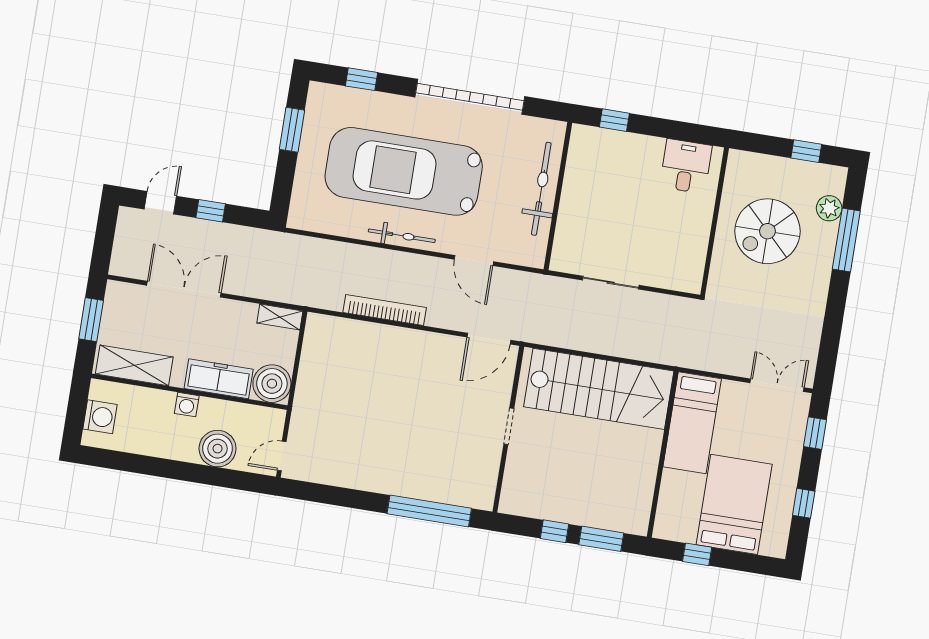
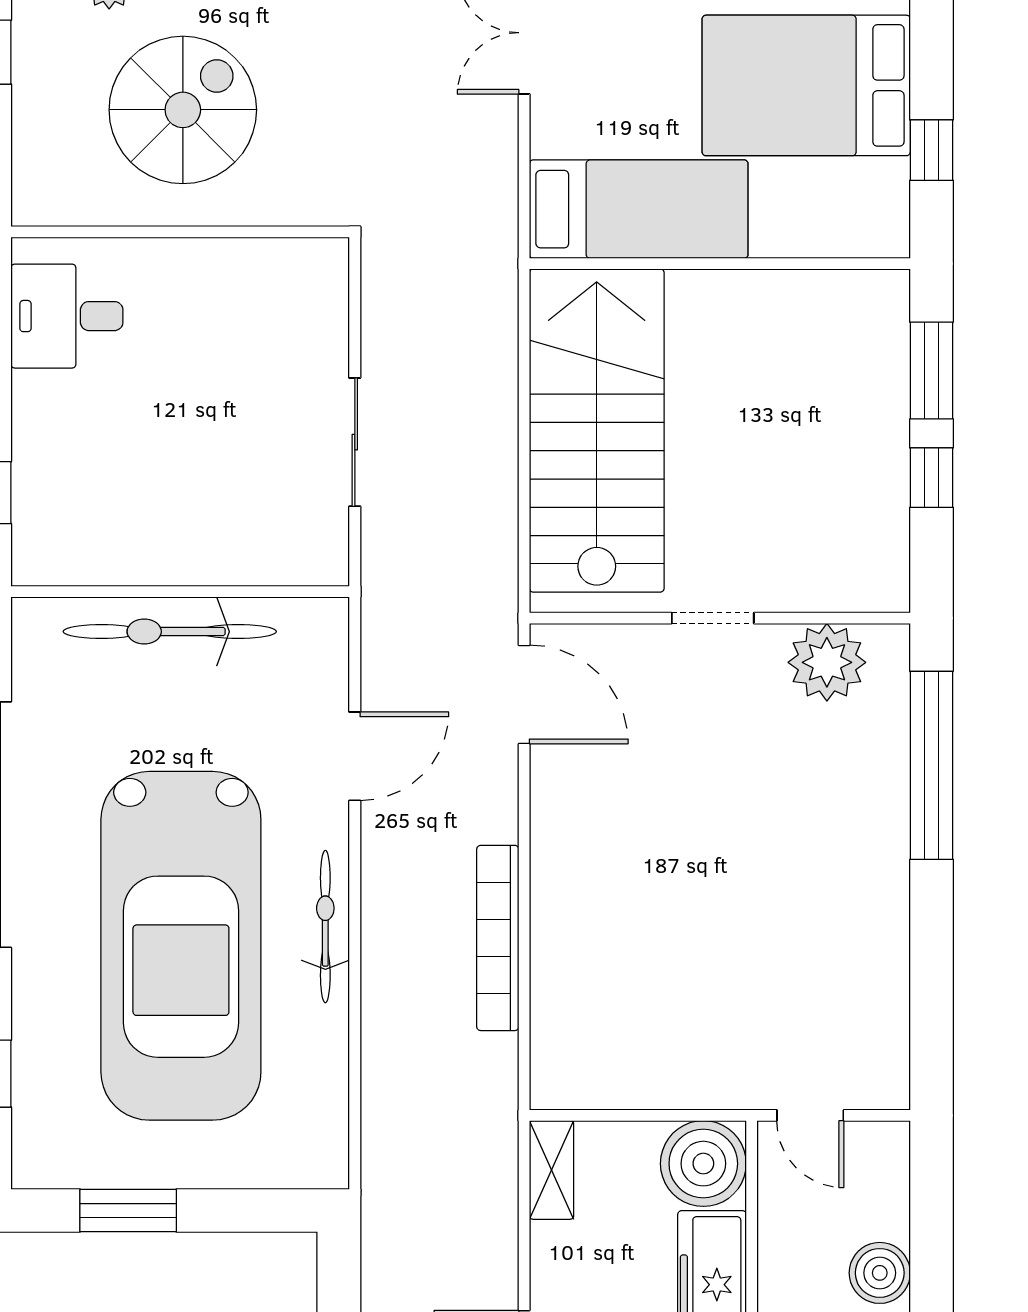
spiral stairs: (767, 231) -> (183, 110), turned -90
boiler: (218, 449) -> (880, 1273), width x0.73, depth x0.73
door: (282, 456) -> (810, 1115), moved
plant: (482, 473) -> (827, 662), added

